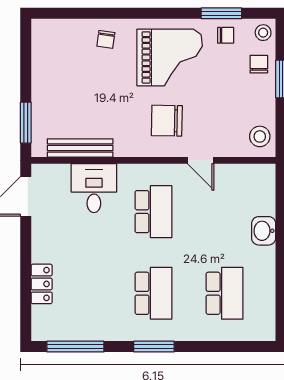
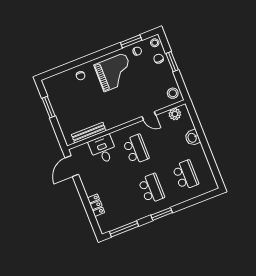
chair: (167, 121) -> (125, 103), removed
window: (26, 123) -> (49, 107), moved
plant: (249, 176) -> (175, 114), added

